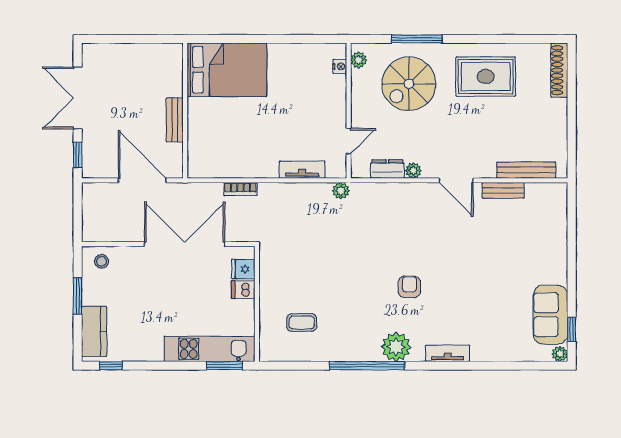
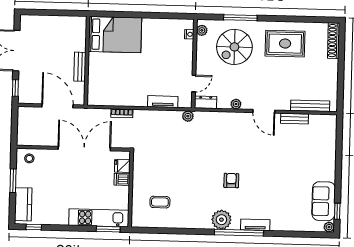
dresser: (387, 169) -> (206, 102), moved
window: (367, 366) -> (239, 233), moved

